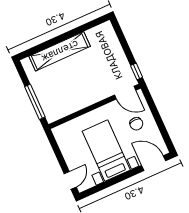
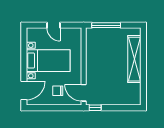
door: (125, 93) -> (84, 93), hinge flipped
door: (70, 180) -> (53, 25), moved

